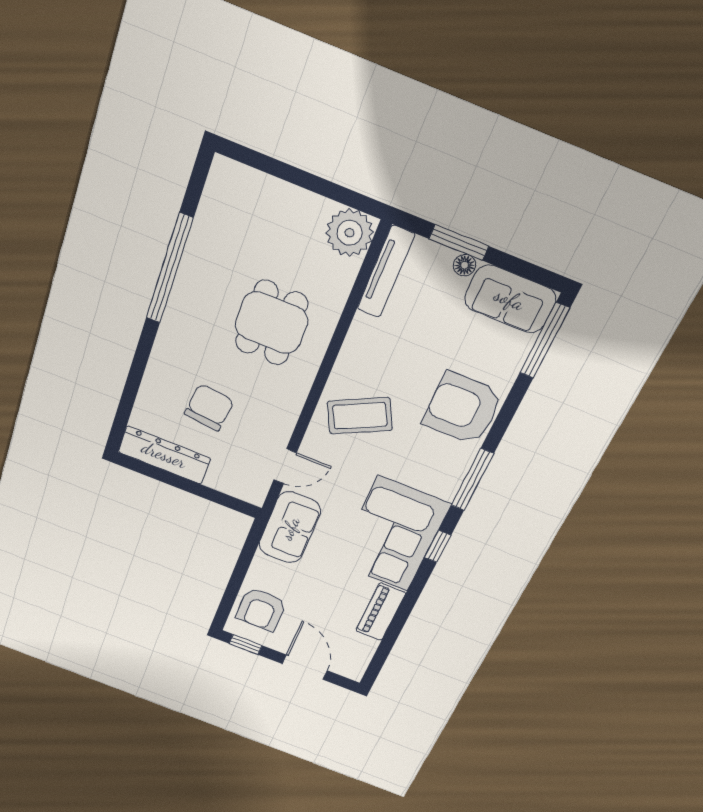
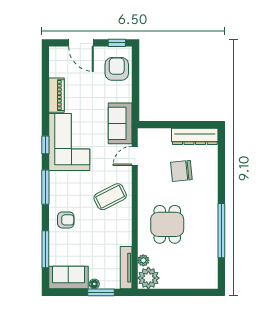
plant: (345, 273) -> (143, 260), added
window: (545, 341) -> (45, 249), moved
chair: (209, 407) -> (181, 171), turned 77
armchair: (463, 408) -> (66, 220), width x0.53, depth x0.53

